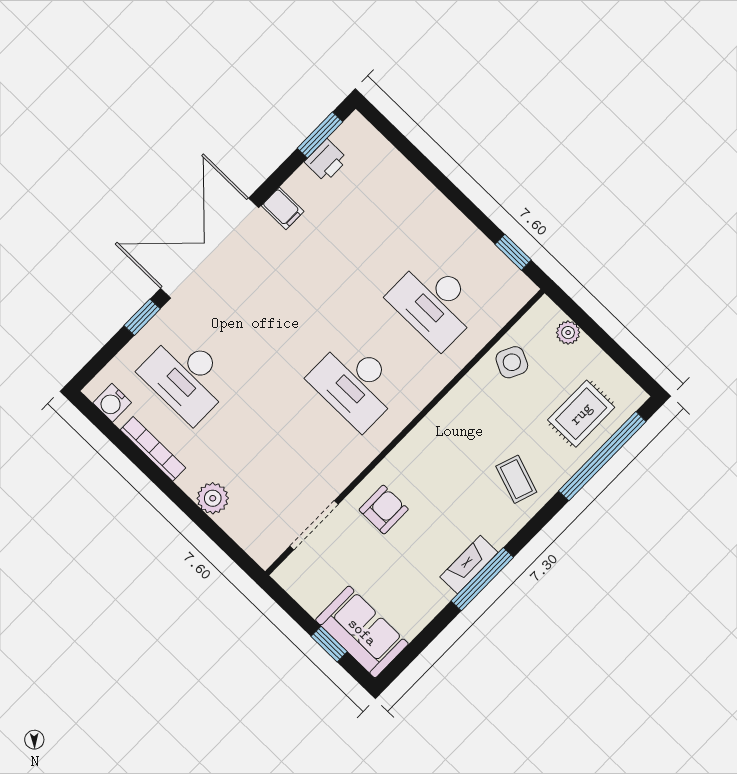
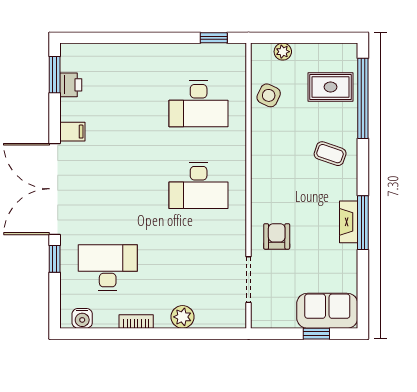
desk: (186, 377) -> (108, 268), turned 180
rug: (581, 414) -> (331, 87), turned 90
bookcase: (153, 449) -> (136, 322), width x0.64

